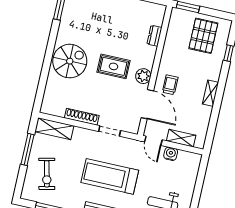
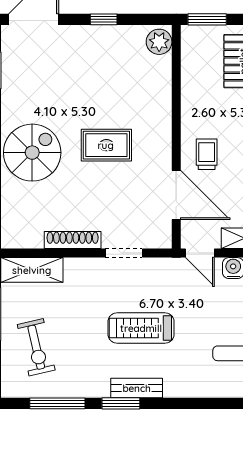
dresser: (154, 36) -> (163, 79), removed
plant: (143, 76) -> (159, 42), moved
treadmill: (110, 176) -> (141, 328), width x0.73, depth x0.73

